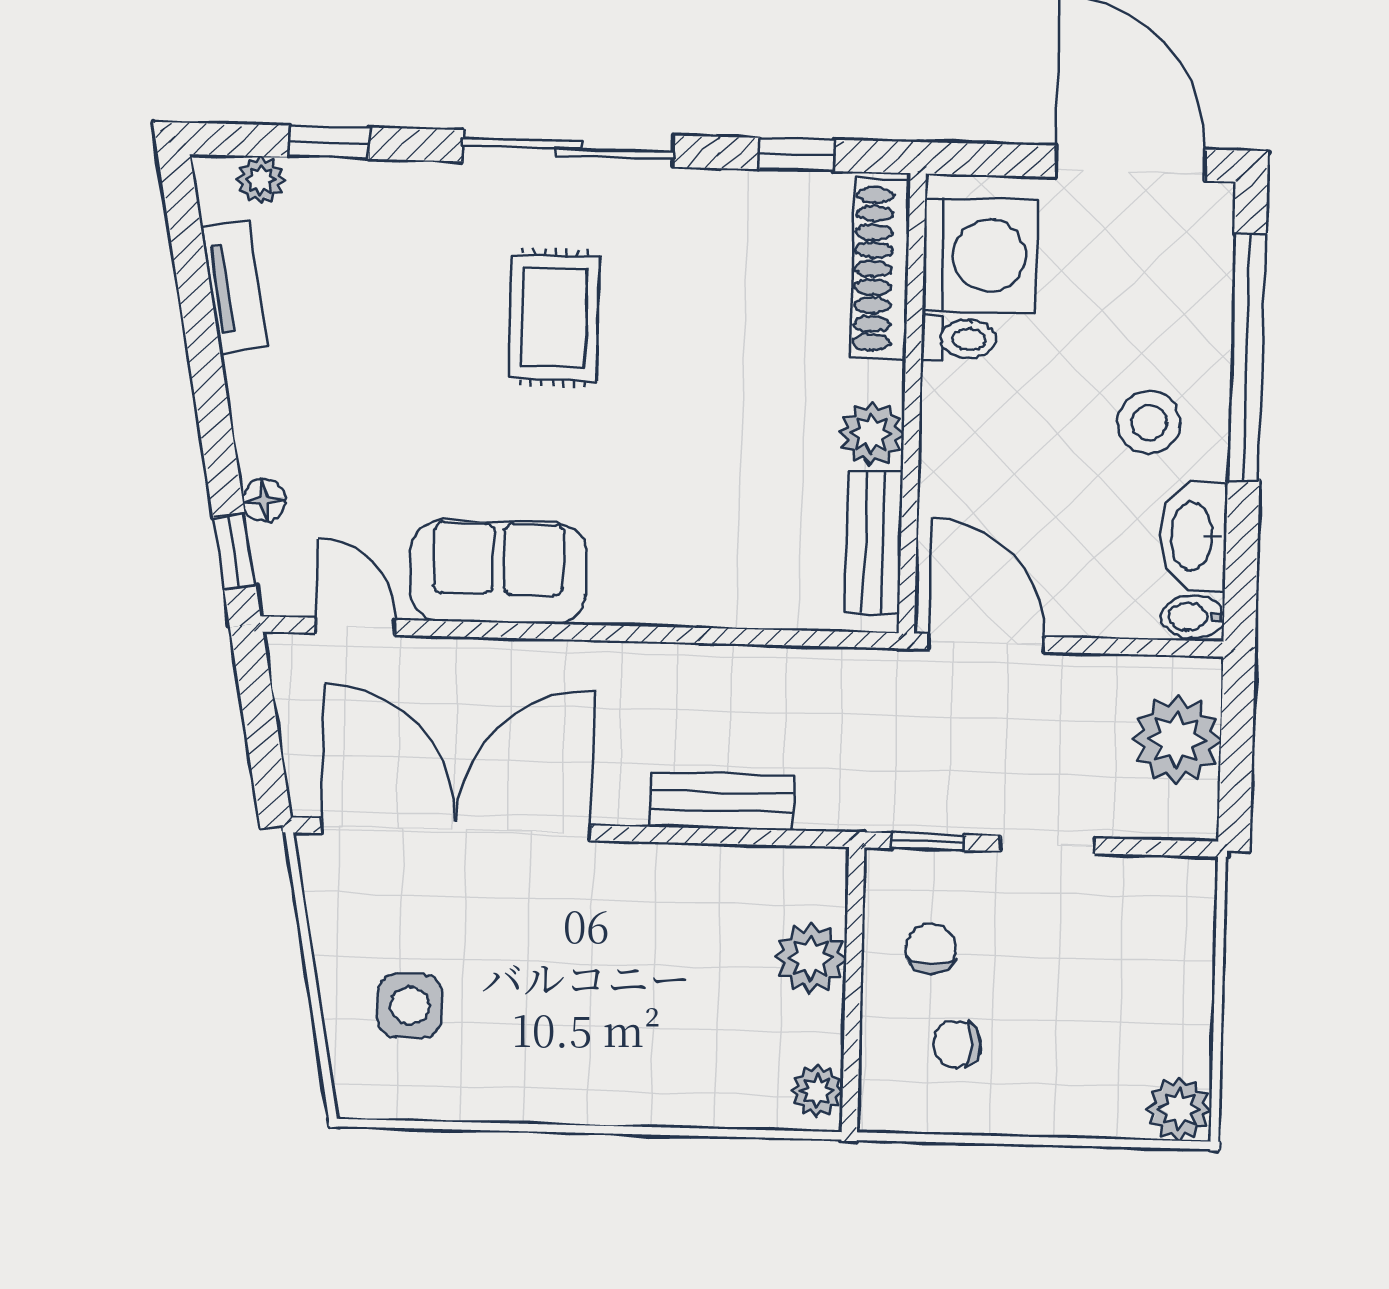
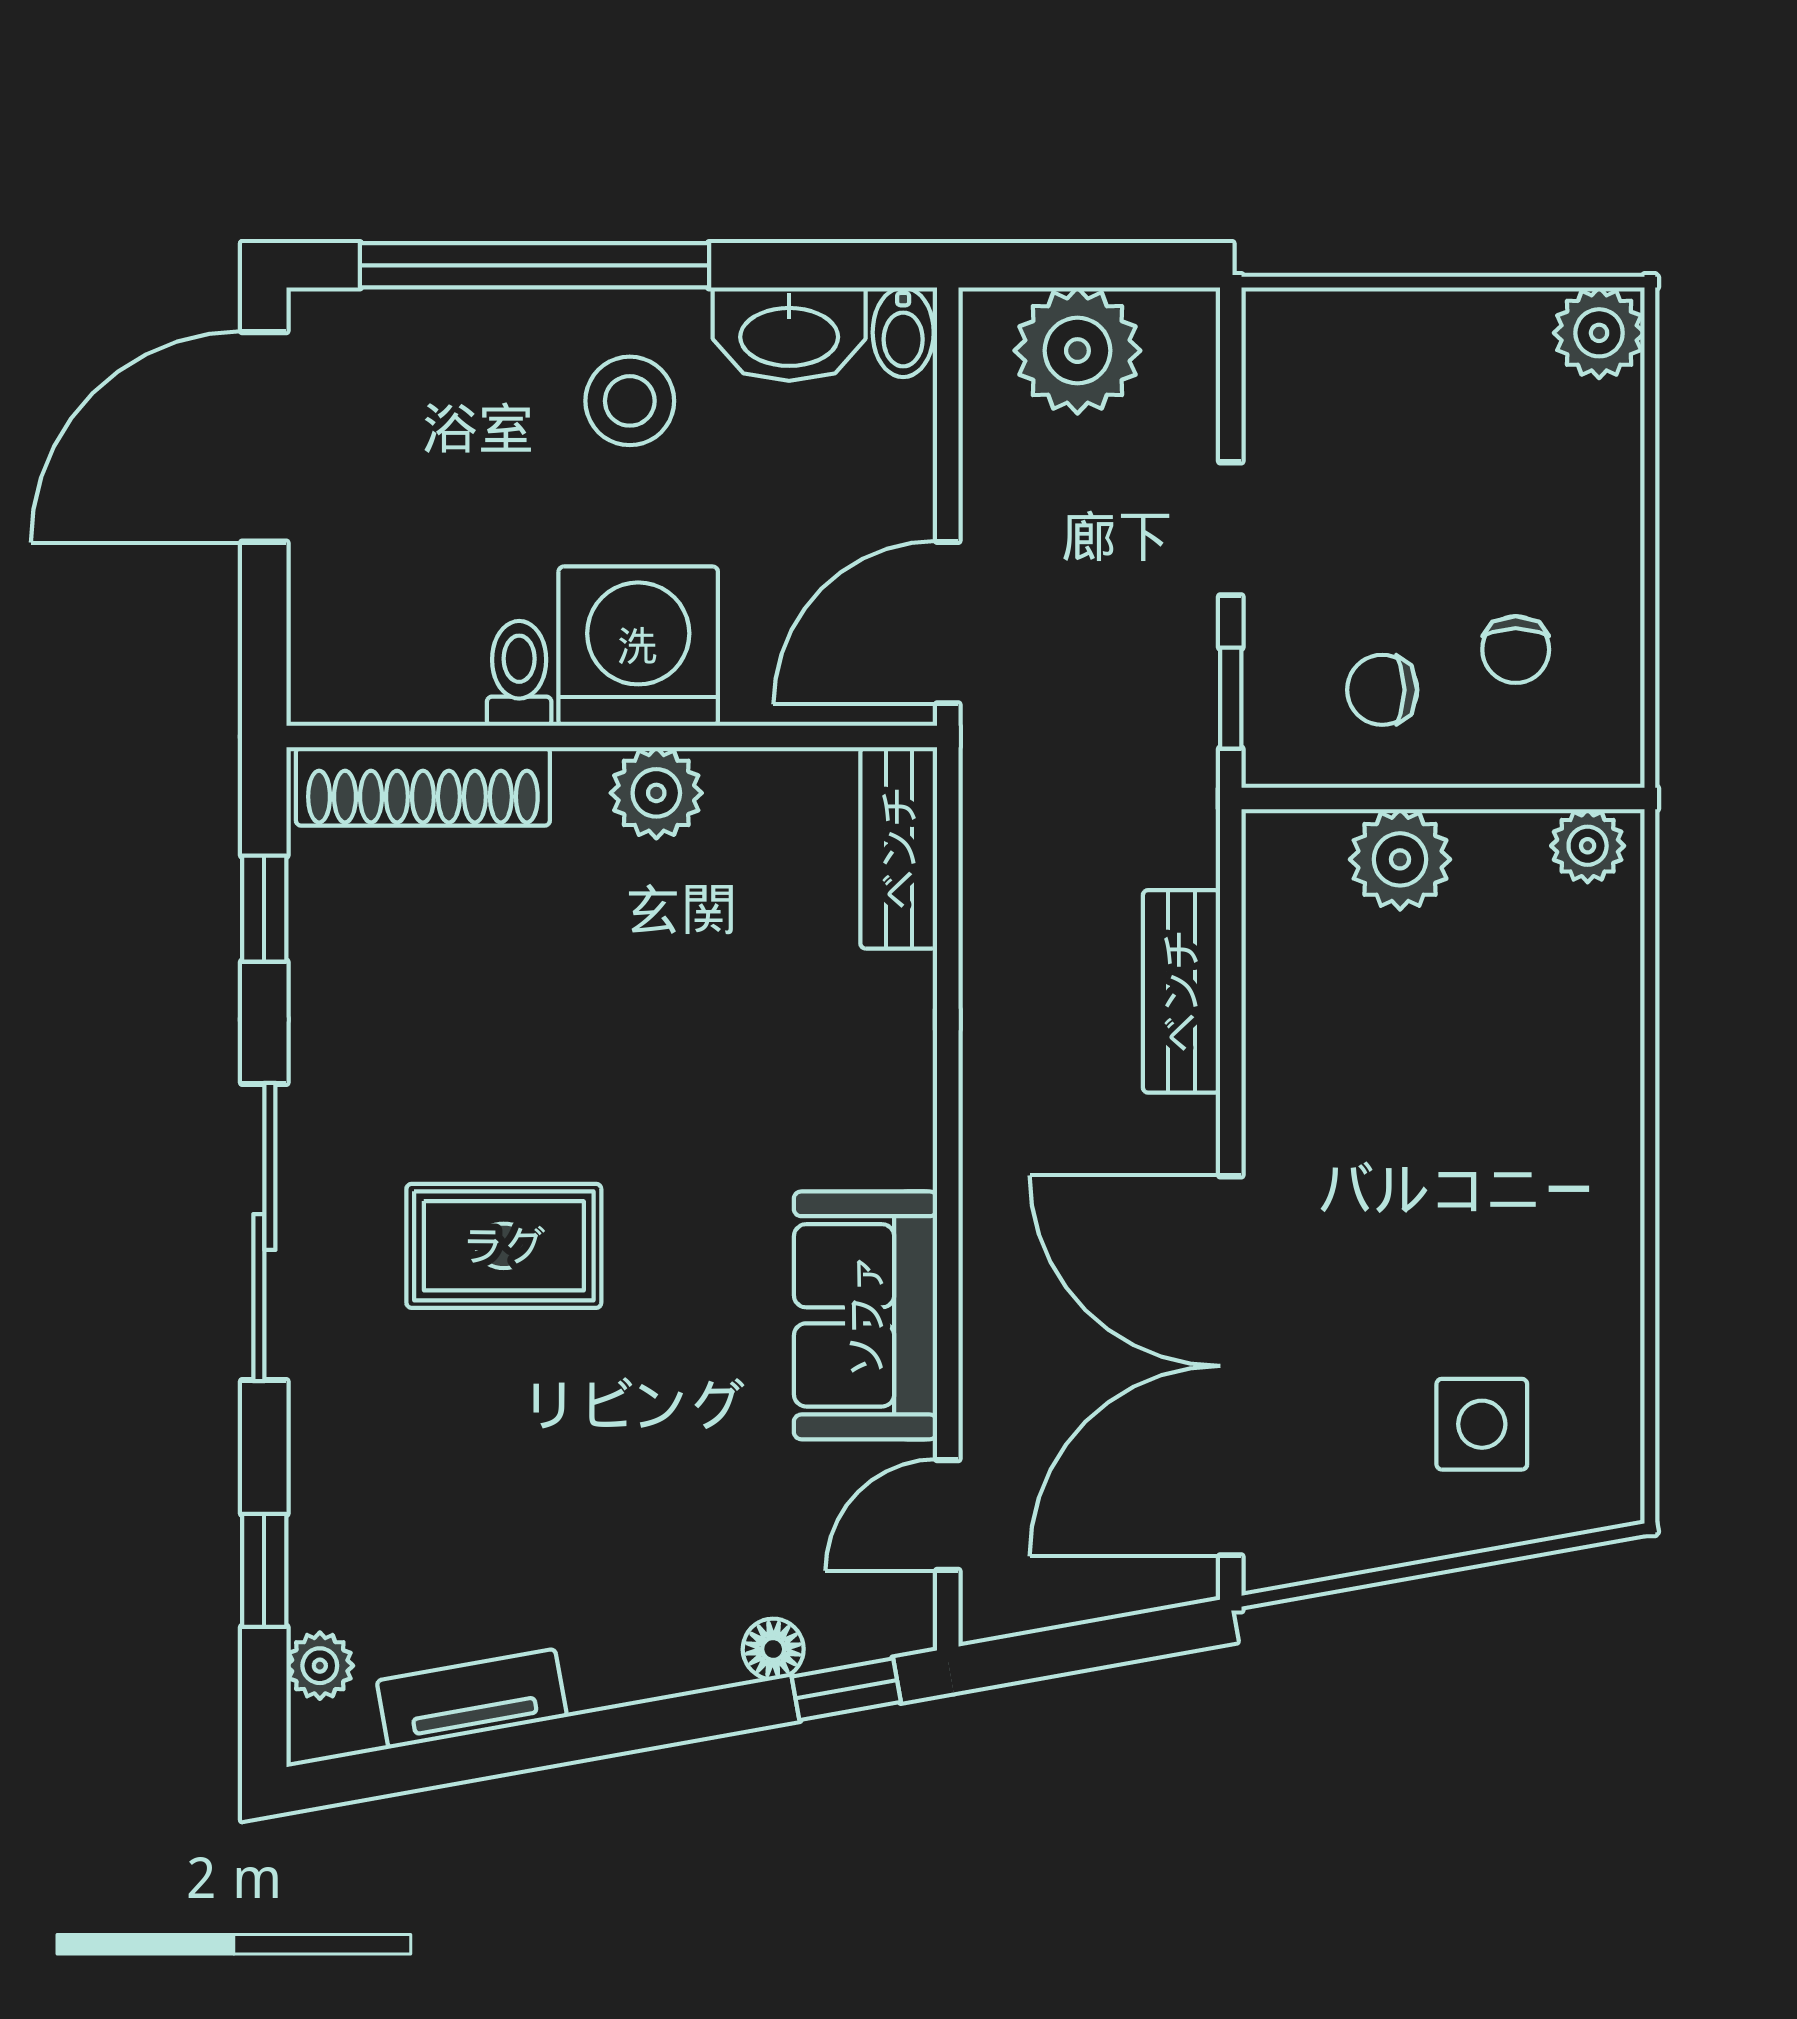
washing machine: (980, 255) -> (638, 646), moved
bench: (874, 542) -> (899, 848), moved, turned 90

